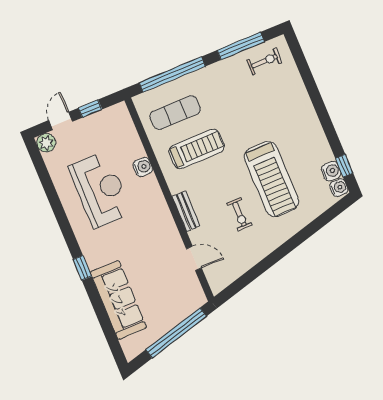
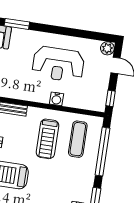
window: (90, 109) -> (110, 98), moved
window: (82, 268) -> (17, 24), width x1.50

